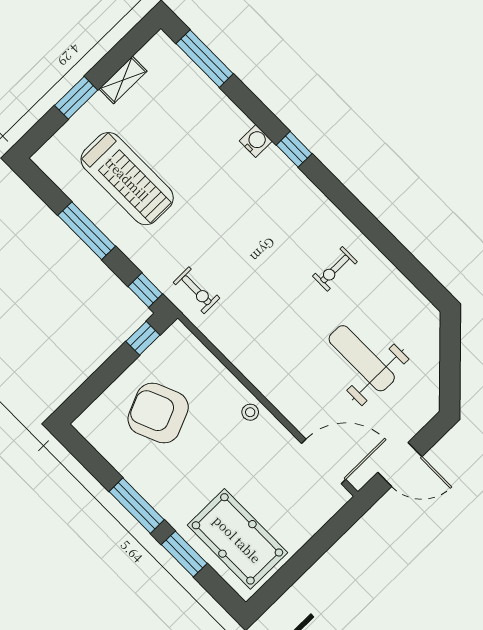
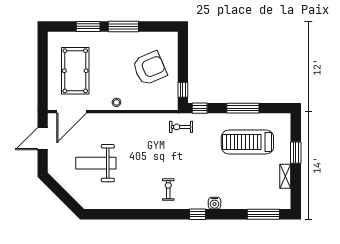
exercise bike: (335, 269) -> (168, 190), moved
weight bench: (362, 358) -> (96, 163), turned 180
pool table: (237, 539) -> (75, 71), moved, turned 90

